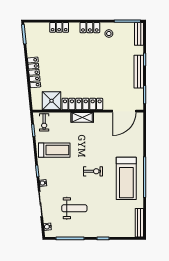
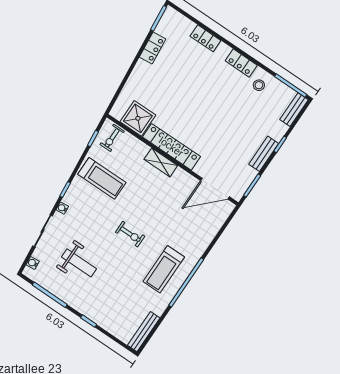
locker: (34, 72) -> (153, 48), moved, width x0.66
bench: (139, 72) -> (264, 154), width x0.73
treadmill: (126, 178) -> (164, 269), width x0.73, depth x0.73

